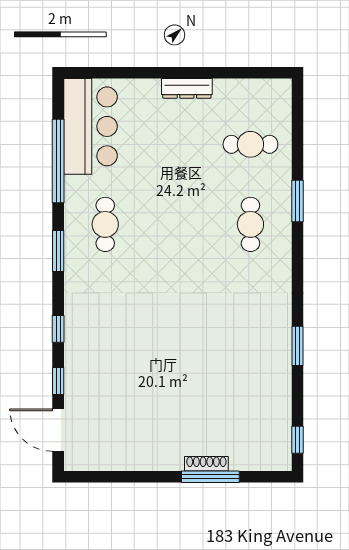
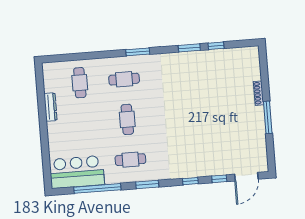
dresser: (187, 88) -> (50, 107), moved
window: (297, 201) -> (138, 52), moved
cafe table: (178, 224) -> (127, 119), added
window: (297, 440) -> (216, 46), moved
window: (210, 477) -> (268, 117), moved

